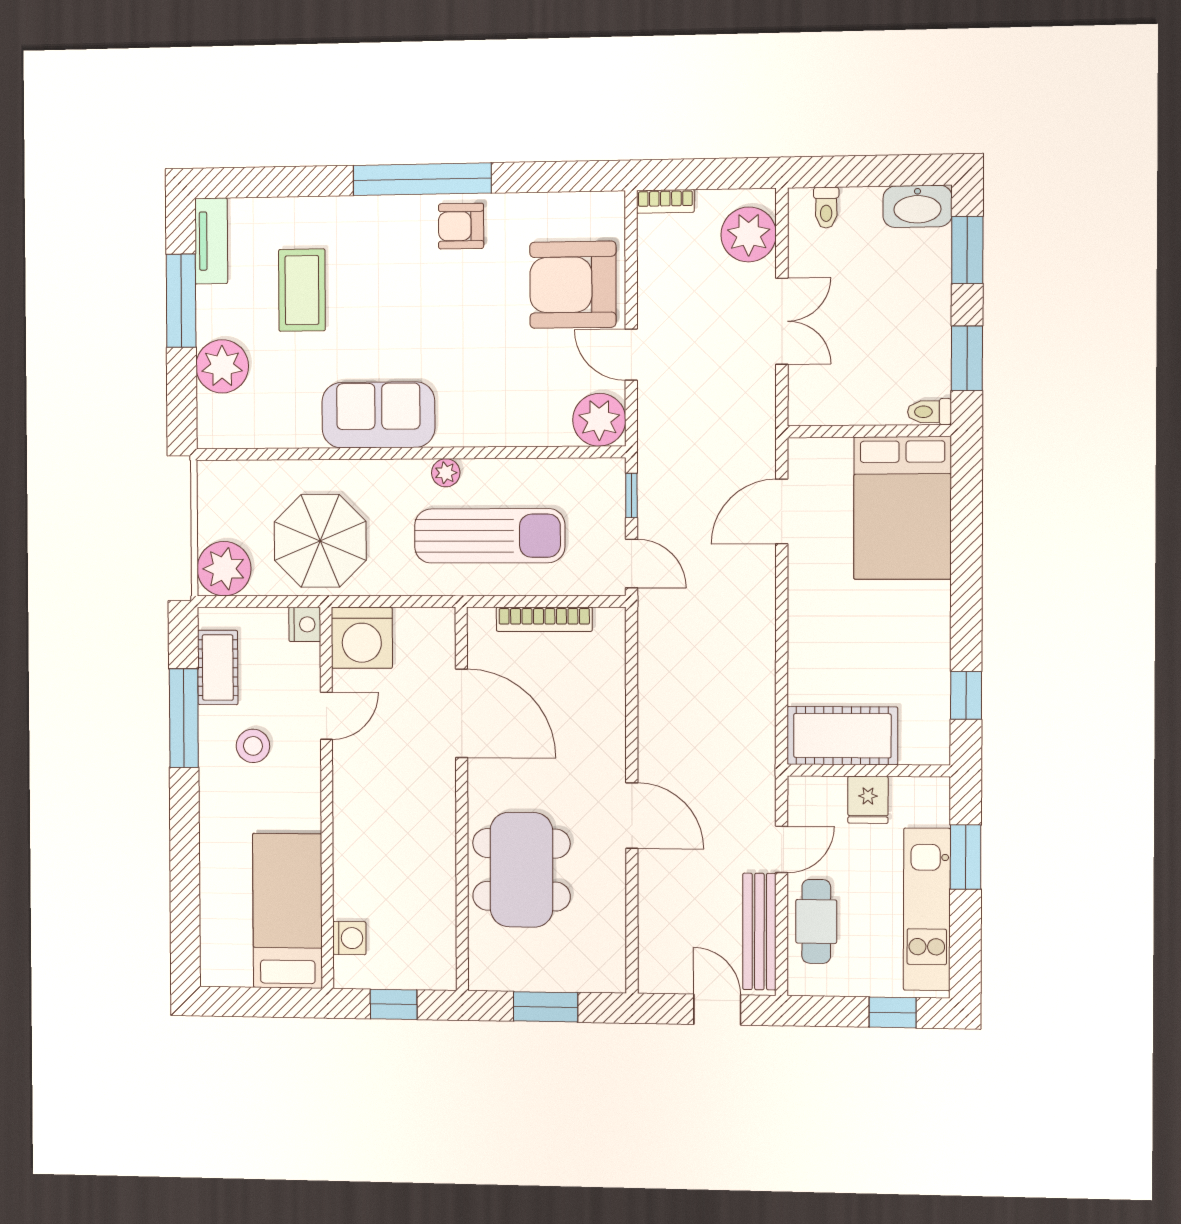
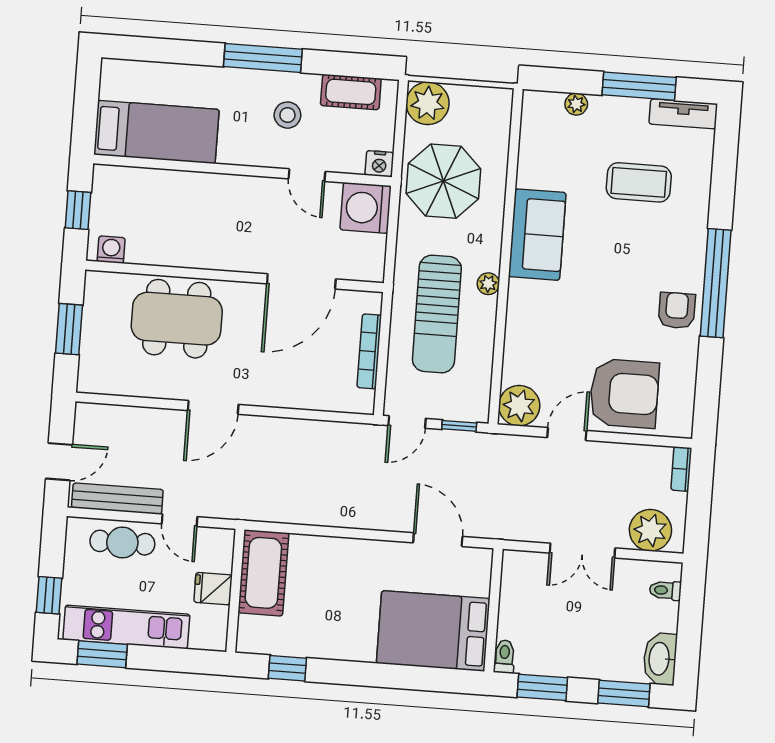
armchair: (573, 285) -> (624, 393), turned 90
plant: (222, 366) -> (576, 104), width x0.53, depth x0.53
window: (184, 718) -> (263, 58), moved
window: (966, 857) -> (102, 654), moved
washing machine: (349, 938) -> (111, 250), moved, turned 180

